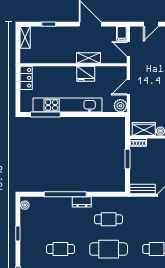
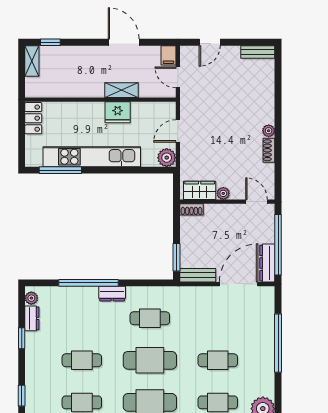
window: (49, 24) -> (50, 42), moved
window: (127, 159) -> (177, 257), moved
dresser: (25, 219) -> (32, 318), added

